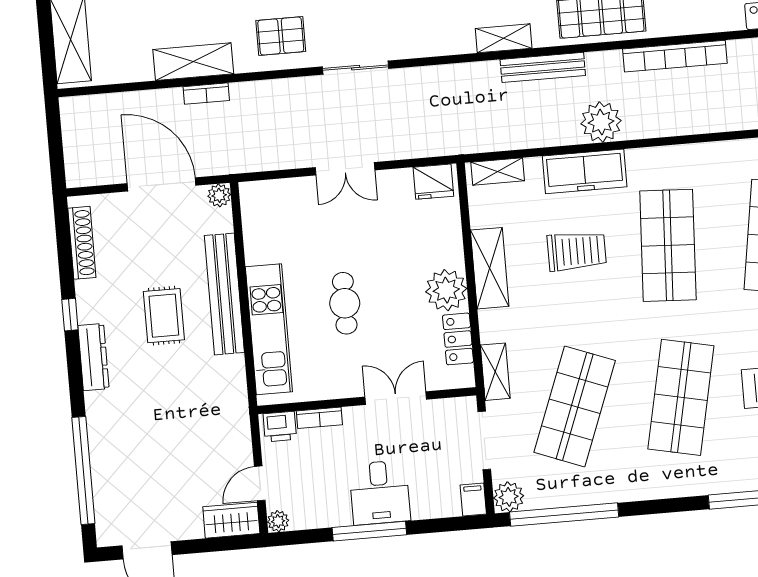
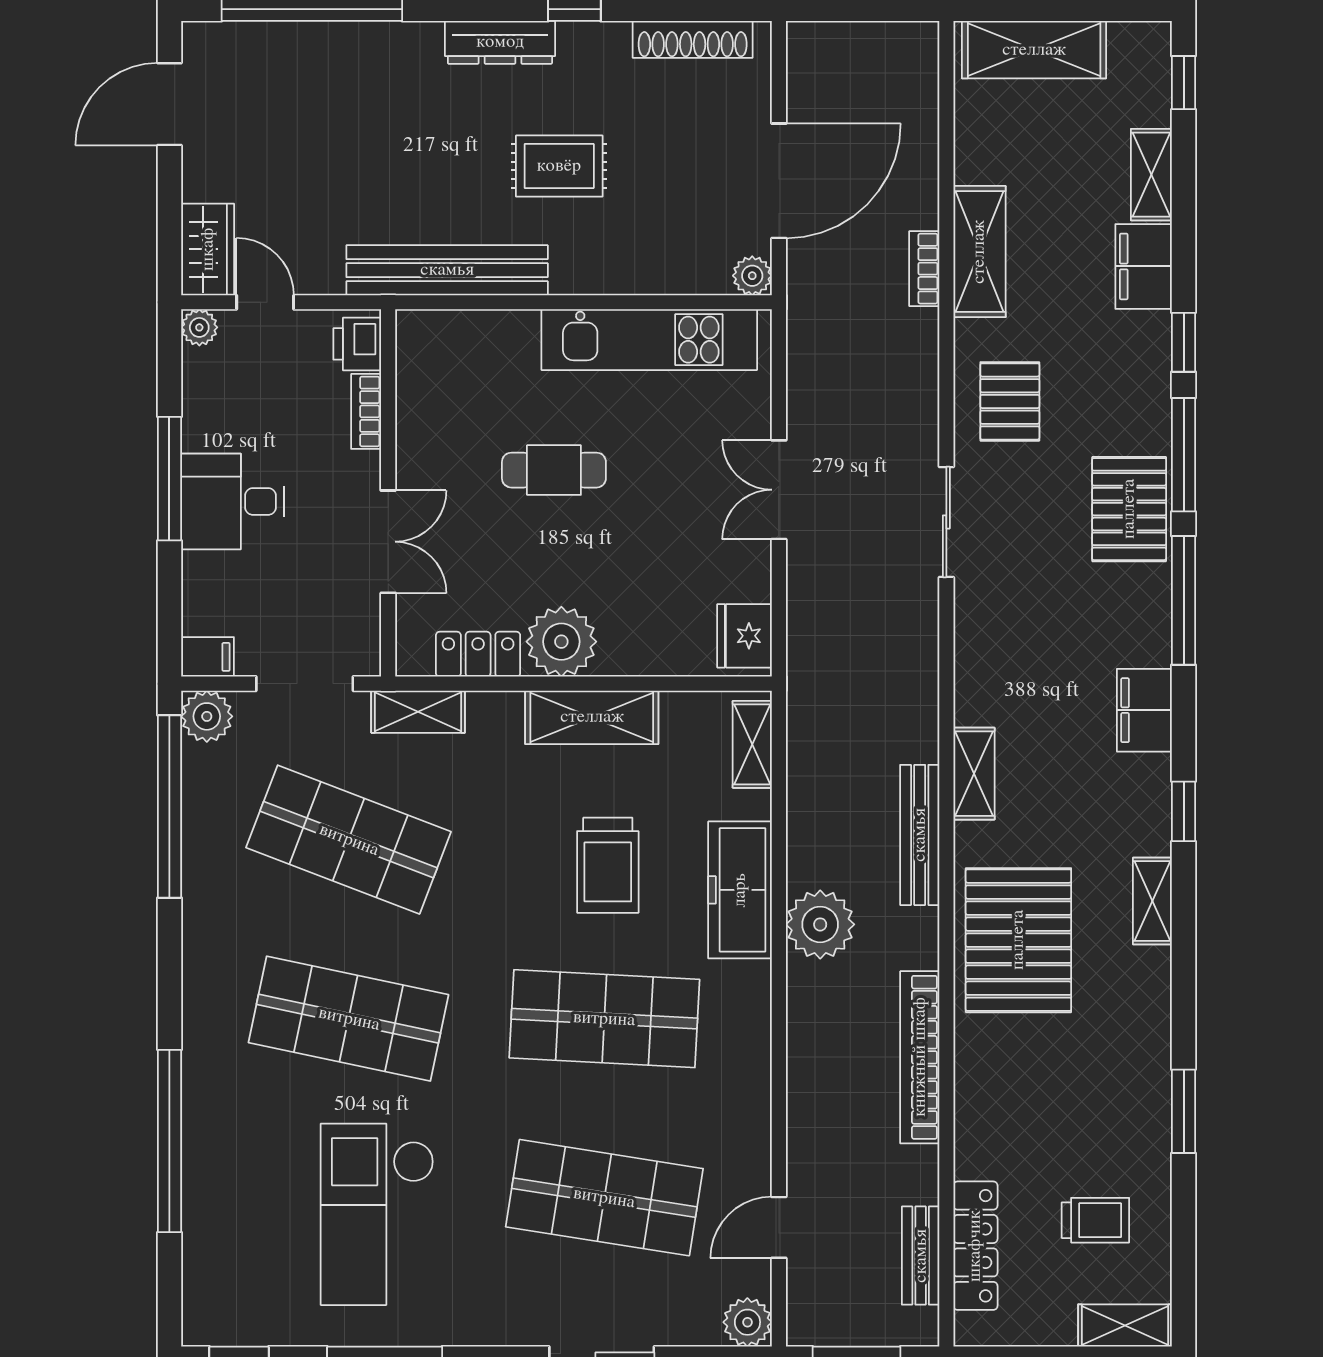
bench: (224, 294) -> (447, 270), moved
kitchen unit: (269, 329) -> (649, 340), moved

